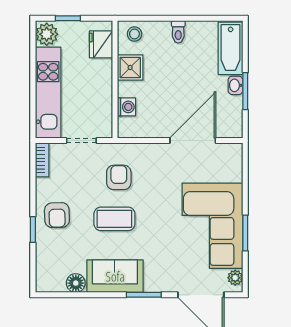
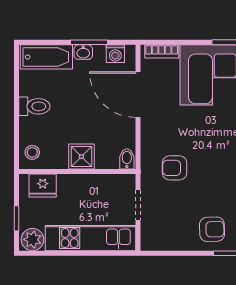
toilet: (178, 32) -> (34, 106), width x1.37, depth x1.39
shower: (130, 67) -> (81, 157), moved
washing machine: (127, 107) -> (115, 54), moved, turned 180
bidet: (128, 129) -> (127, 159), added
bookcase: (42, 160) -> (162, 51), moved, turned 180
coffee table: (114, 219) -> (216, 172), removed

